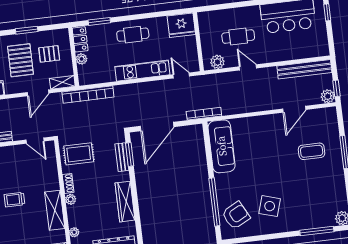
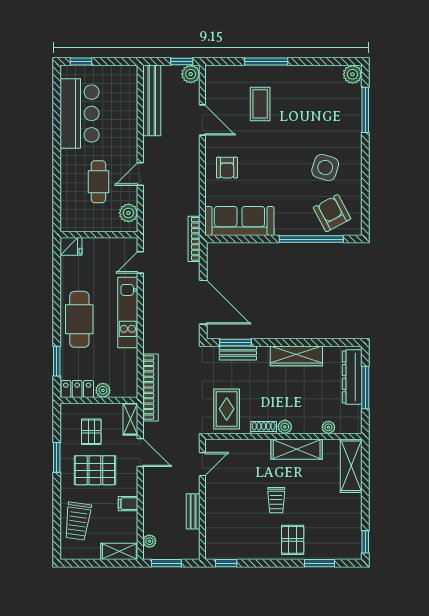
fridge: (181, 25) -> (71, 246), width x0.53, depth x0.75
cafe table: (133, 35) -> (79, 319), width x1.37, depth x1.35
armchair: (261, 132) -> (227, 168), added

